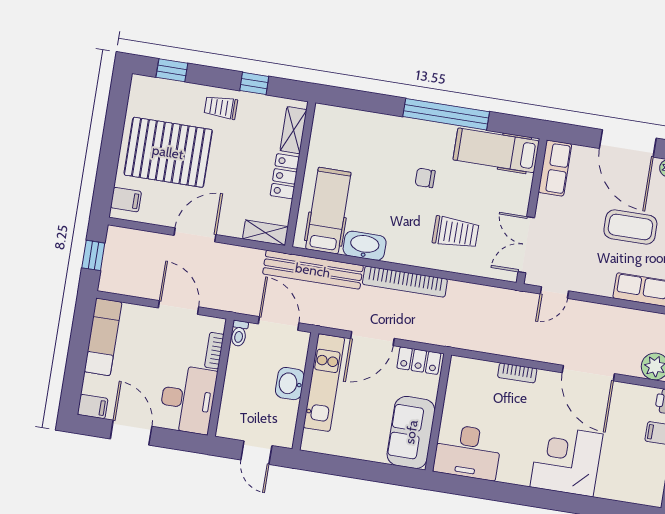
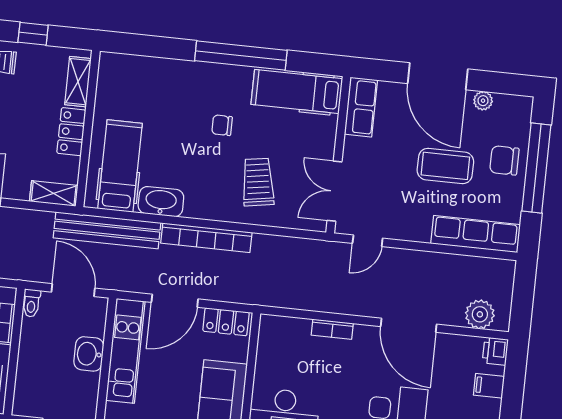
trolley: (456, 232) -> (258, 182), turned -99

